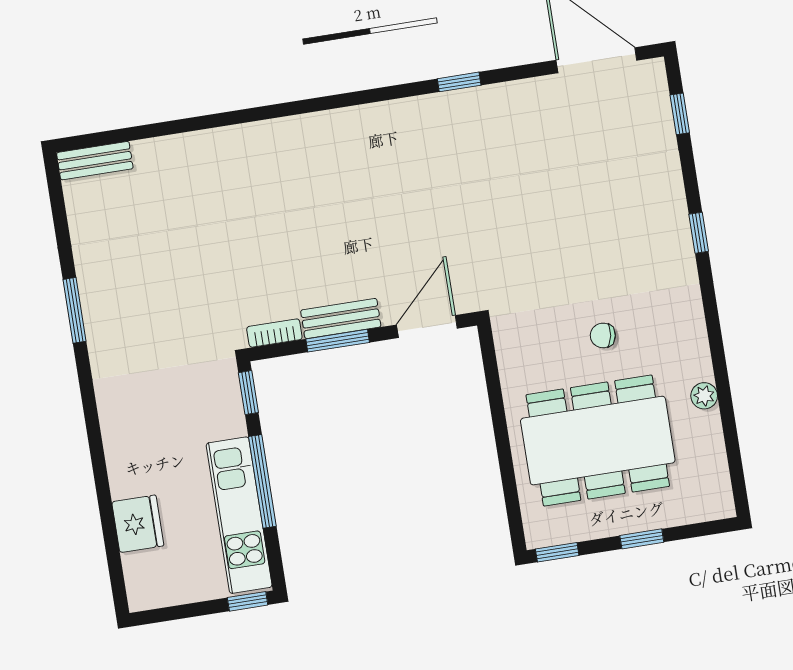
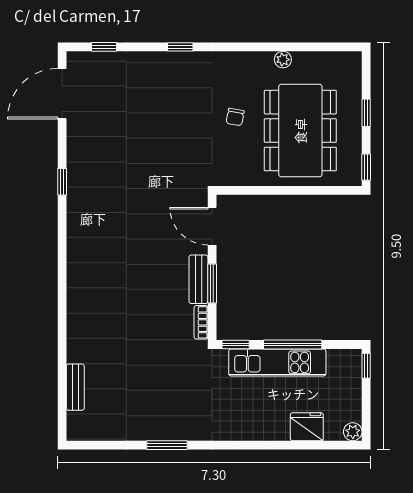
bench: (95, 161) -> (75, 387), moved
kitchen unit: (239, 515) -> (277, 362), moved
plant: (141, 597) -> (353, 432), added

